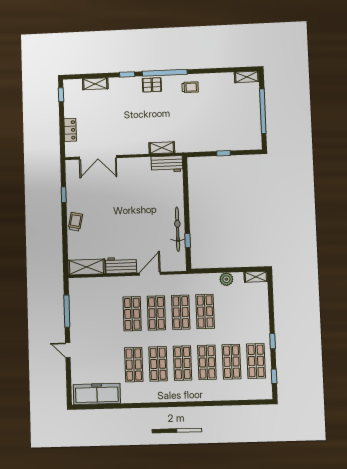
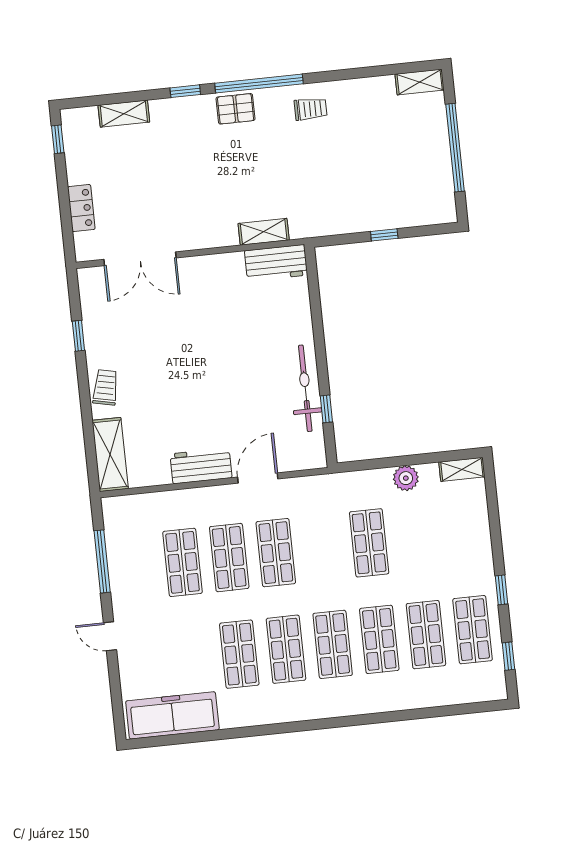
shelving: (86, 267) -> (110, 454), moved, turned 90
shop shelf: (181, 312) -> (183, 562), moved

